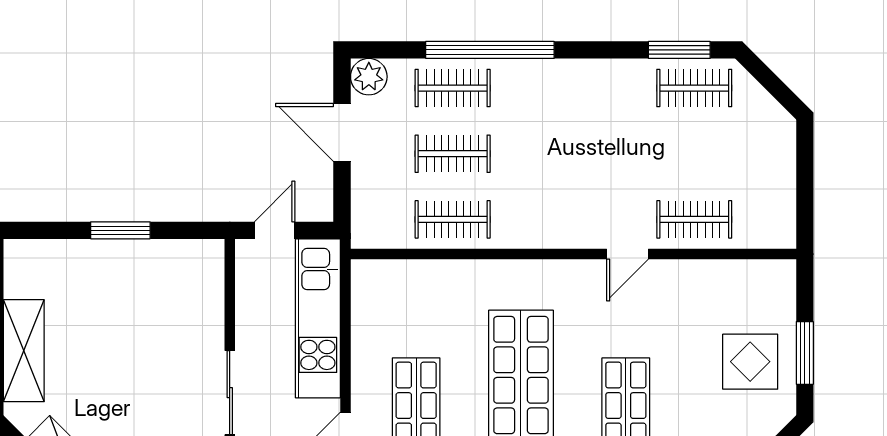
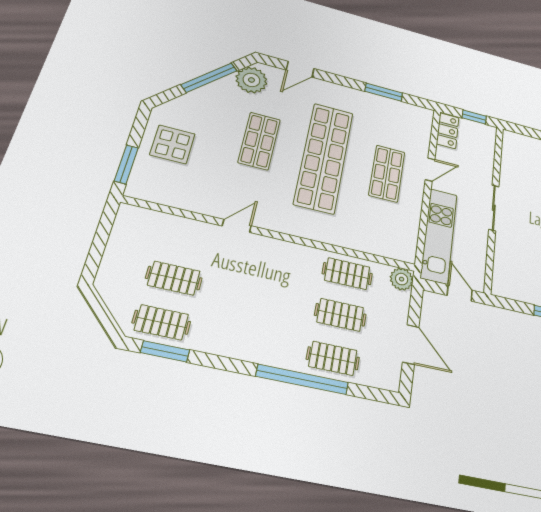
plant: (369, 77) -> (402, 279), moved
clothes rail: (694, 219) -> (174, 278), moved
door: (275, 230) -> (460, 293), swing flipped
window: (805, 353) -> (126, 164), moved

